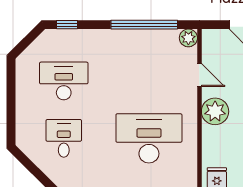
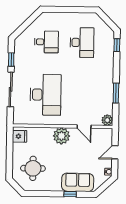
window: (144, 25) -> (116, 93), width x0.47
door: (199, 75) -> (84, 127), hinge flipped

